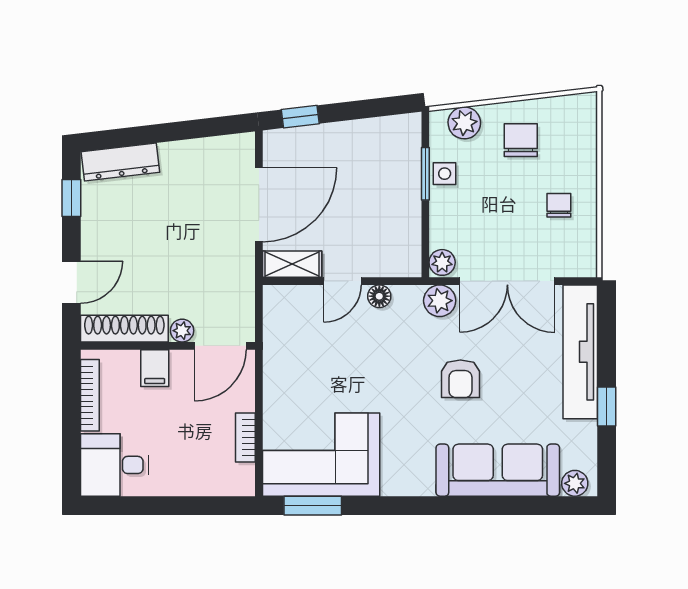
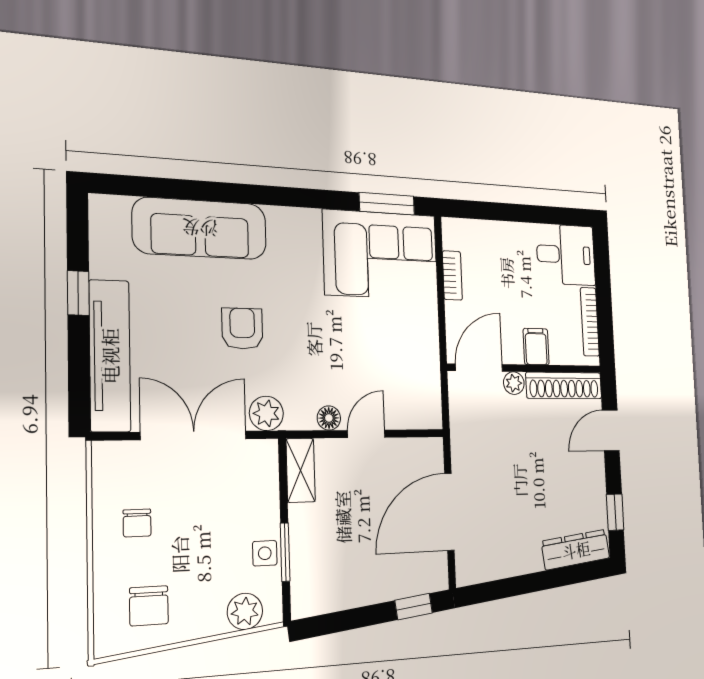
chair: (521, 140) -> (149, 606), moved
plant: (442, 262) -> (265, 455), removed
shelving: (292, 264) -> (301, 470), moved, turned 90
plant: (575, 483) -> (114, 209), removed

